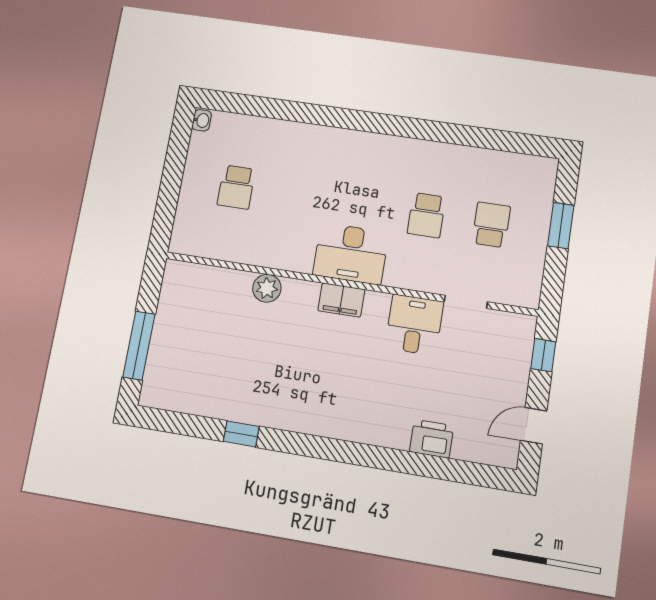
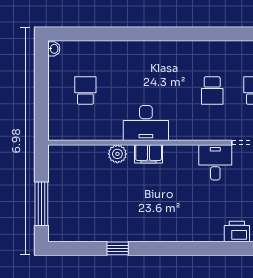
school desk: (236, 187) -> (85, 91), turned 180
desk: (351, 254) -> (146, 123), moved
filing cabinet: (341, 300) -> (149, 154), moved

